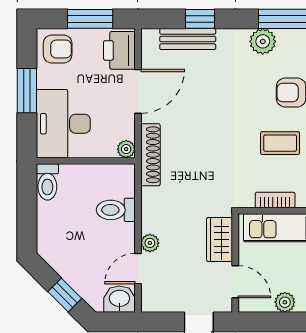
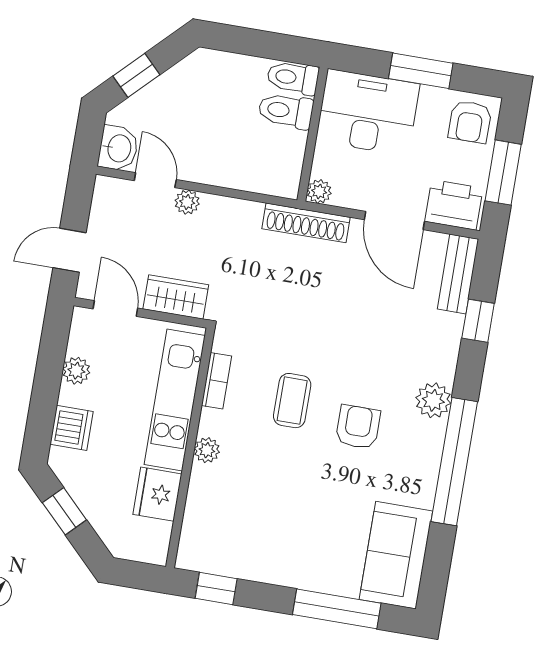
bench: (188, 39) -> (458, 274), moved
toilet: (116, 210) -> (286, 111), moved, turned -90
door: (235, 282) -> (115, 308), swing flipped

